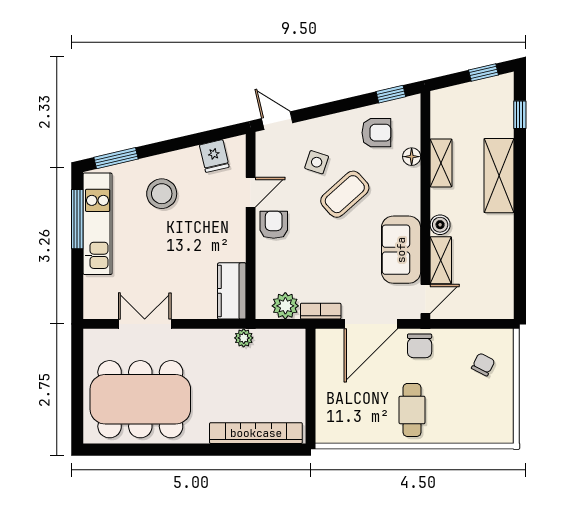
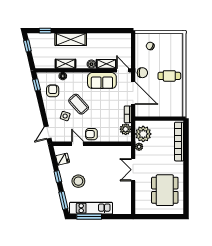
window: (173, 145) -> (58, 177), added
kitchen counter: (232, 291) -> (119, 152), removed
double door: (145, 324) -> (133, 170), moved
plant: (274, 348) -> (143, 134), added
dining table: (140, 399) -> (165, 190), width x0.73, depth x0.80

